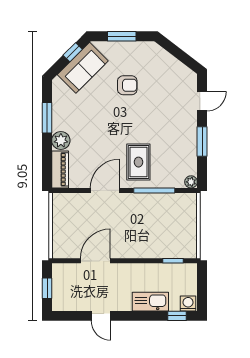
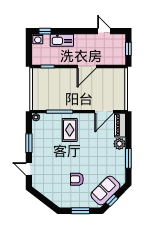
door: (202, 101) -> (29, 169), hinge flipped
door: (105, 190) -> (104, 112), moved
door: (95, 261) -> (87, 67), moved
door: (101, 316) -> (104, 31), moved

